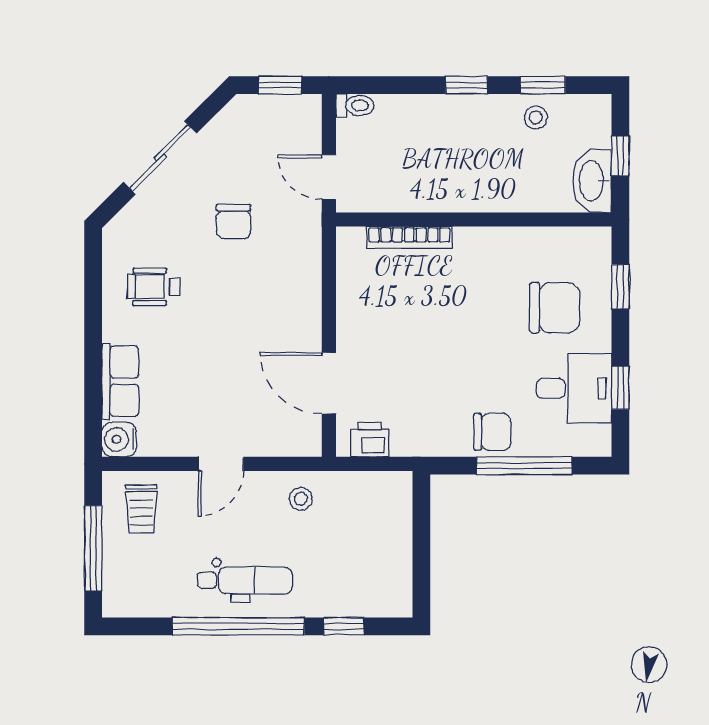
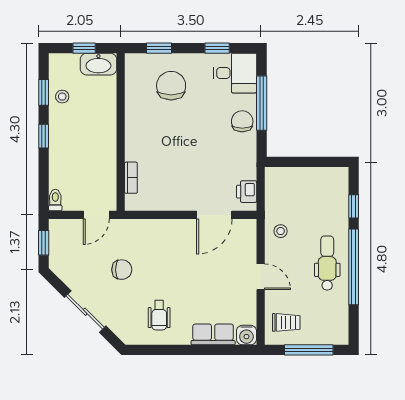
bookcase: (409, 237) -> (131, 178), width x0.64
desk: (574, 388) -> (235, 73), moved, turned 90

